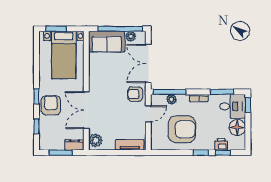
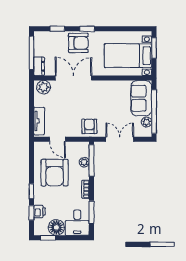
double door: (148, 63) -> (120, 139), width x0.73
window: (248, 105) -> (48, 238), moved
door: (148, 114) -> (57, 139), moved
window: (61, 153) -> (31, 53), width x1.44

